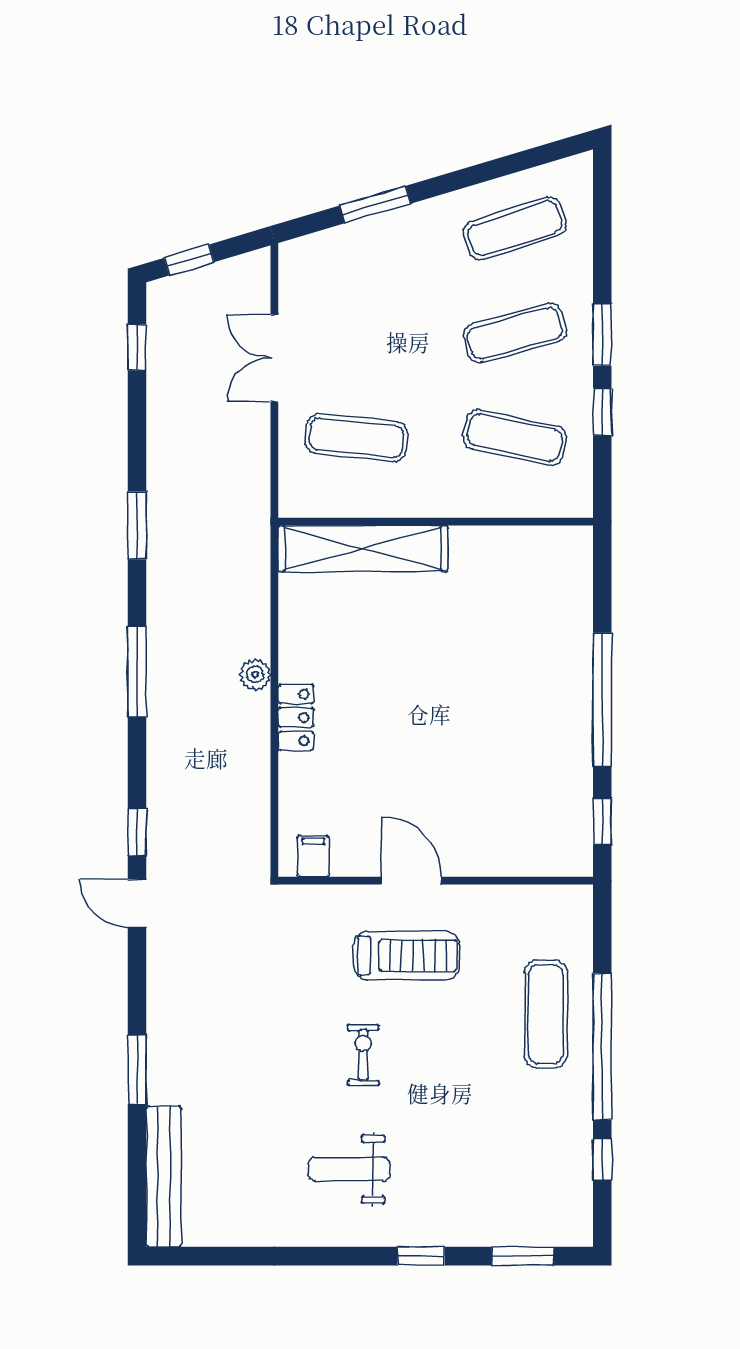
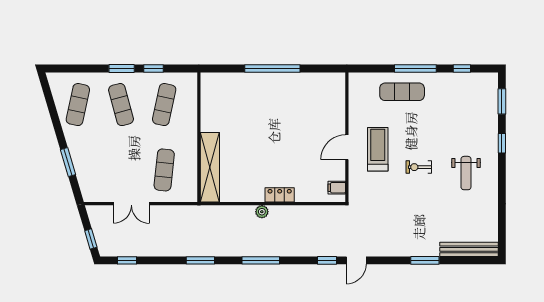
exercise mat: (515, 228) -> (78, 105), turned 30
window: (602, 821) -> (322, 68), removed
window: (602, 1046) -> (415, 68), width x0.68

